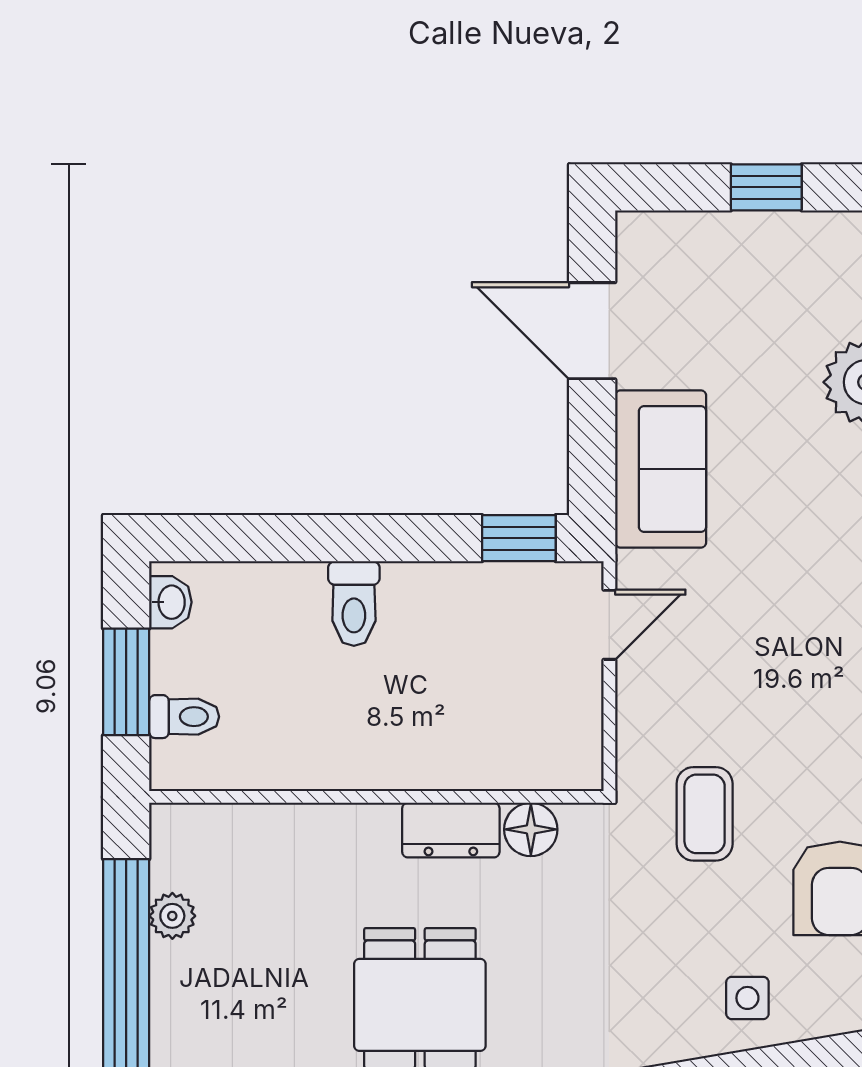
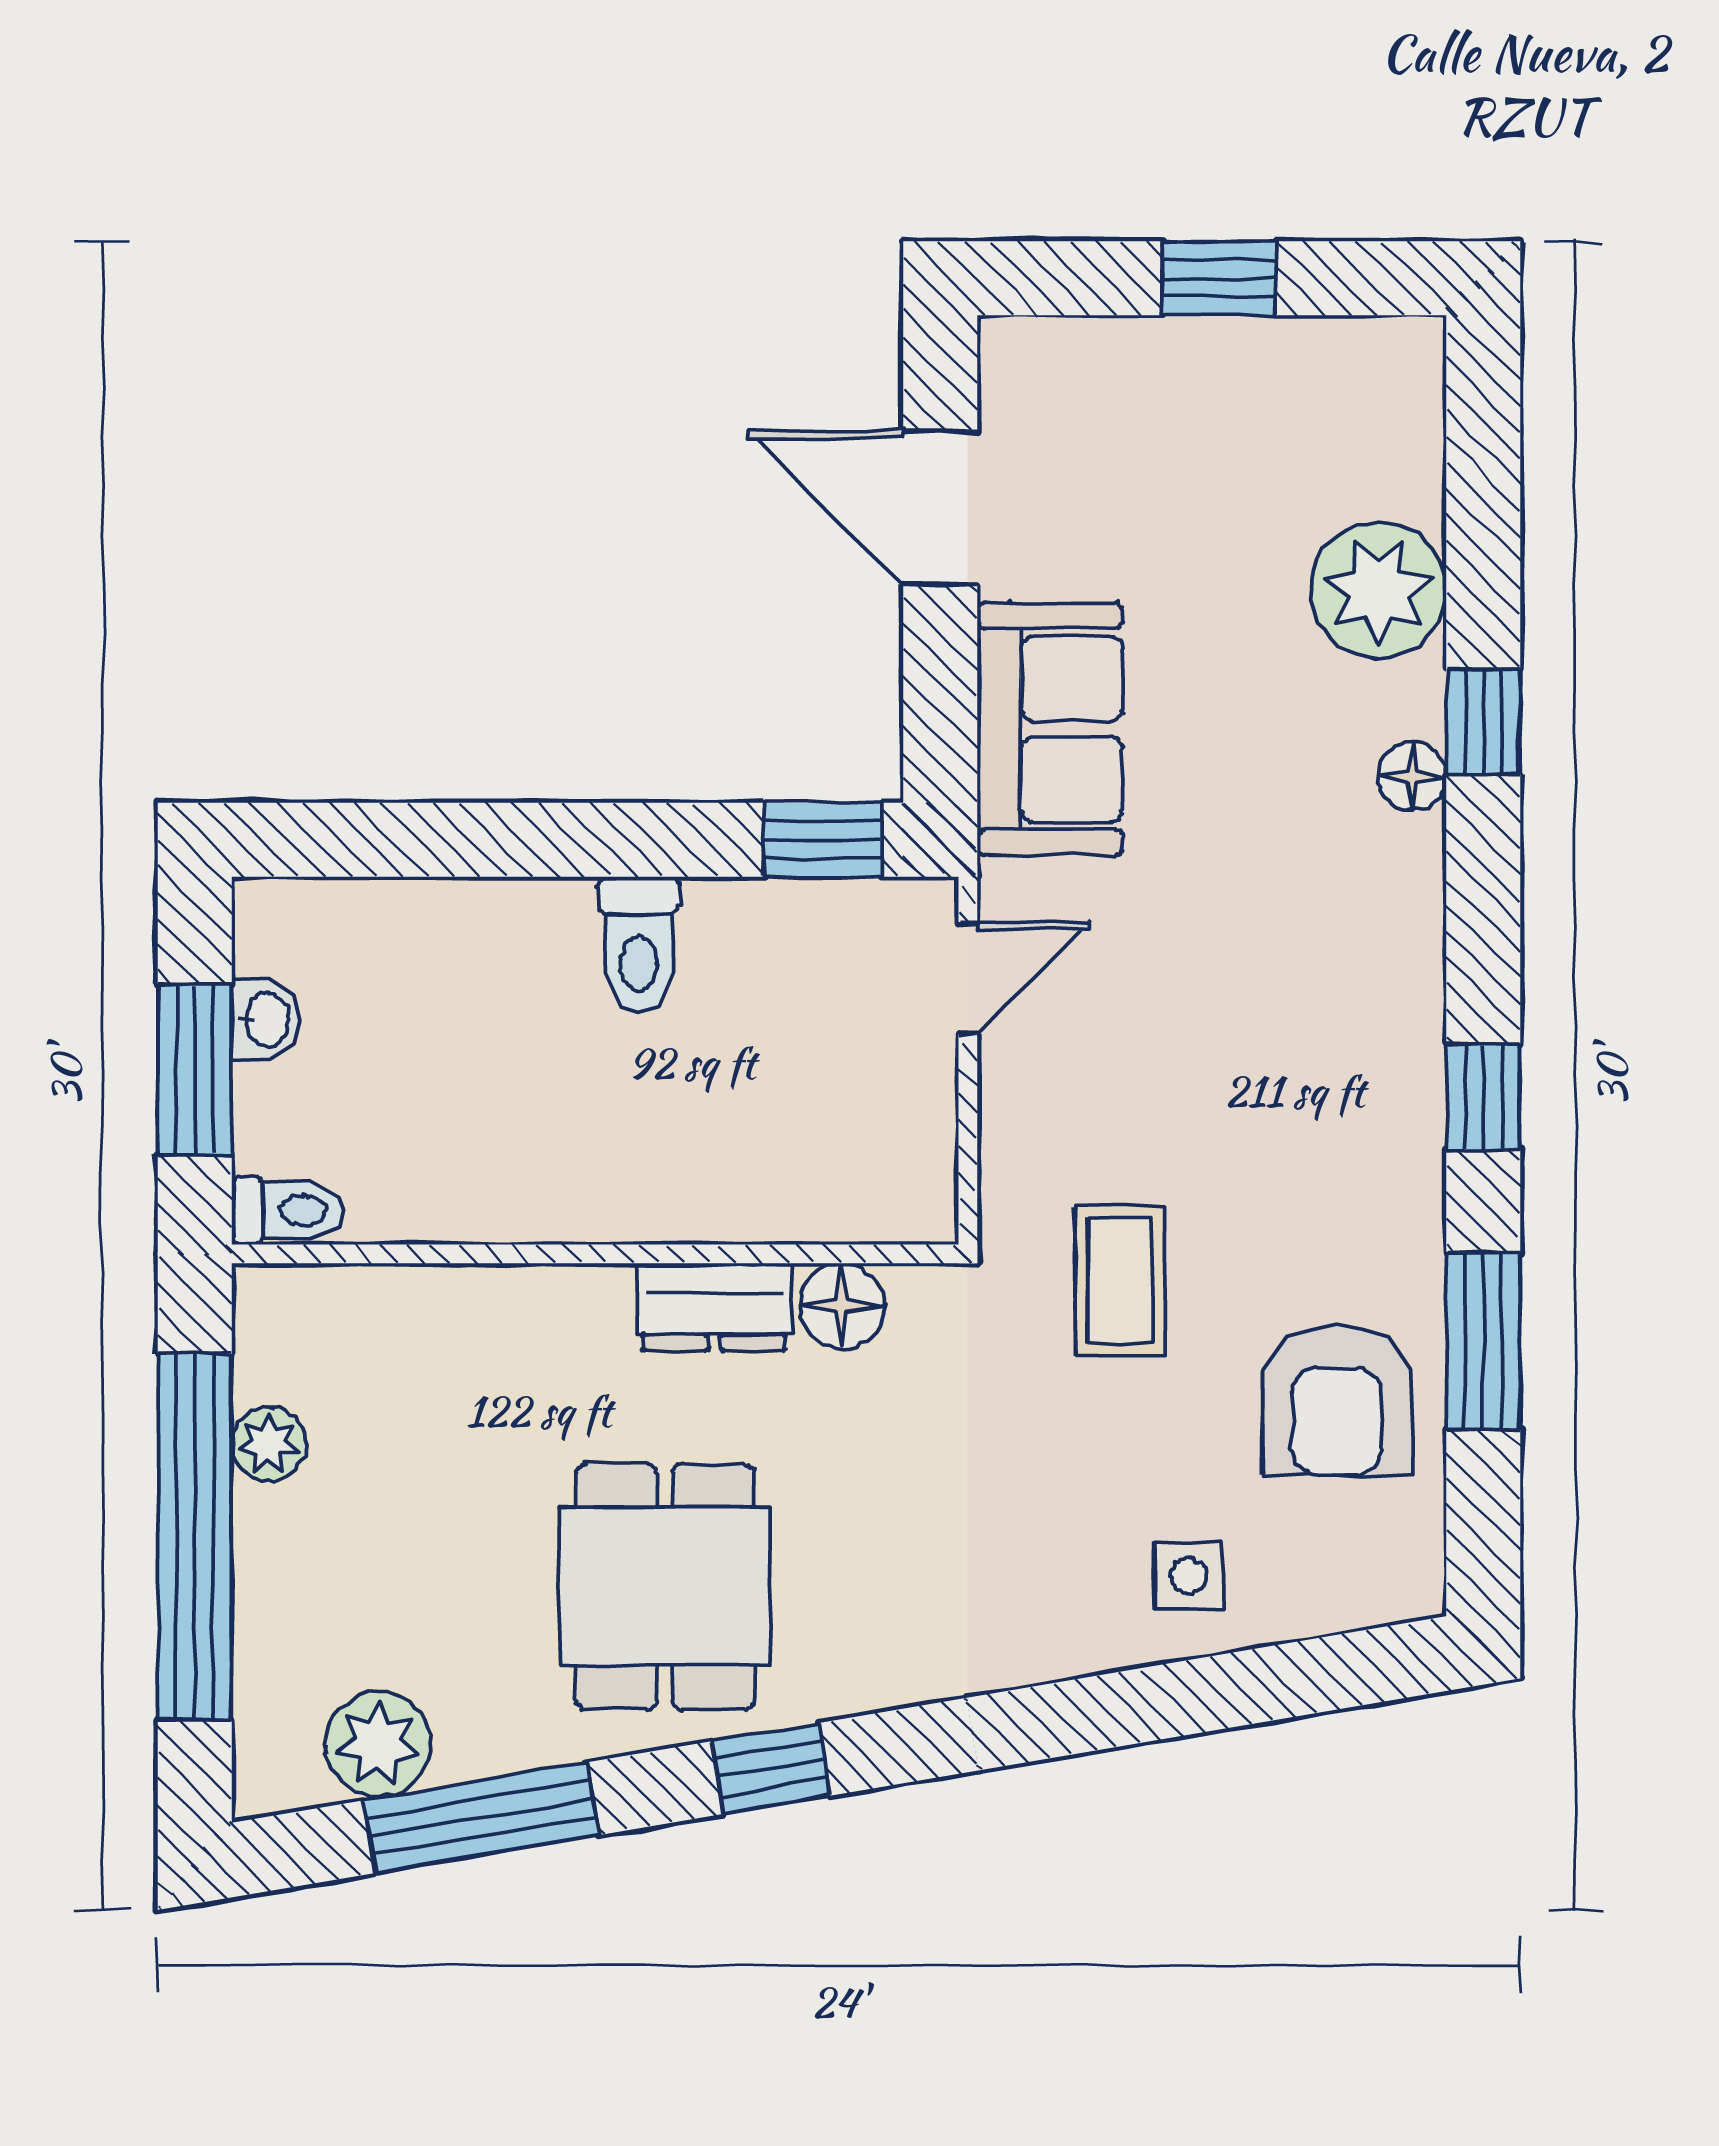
washbasin: (170, 602) -> (265, 1020), moved
toilet: (354, 604) -> (639, 944), moved
toilet: (184, 717) -> (288, 1210), moved

